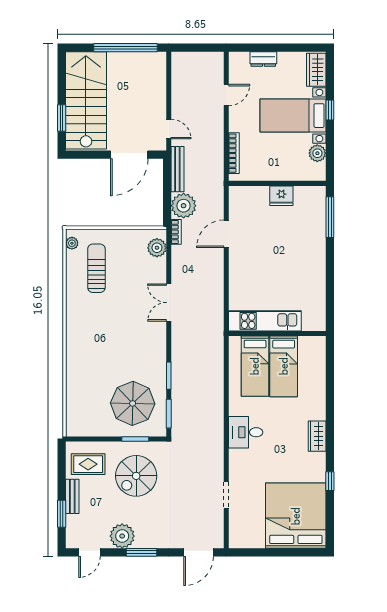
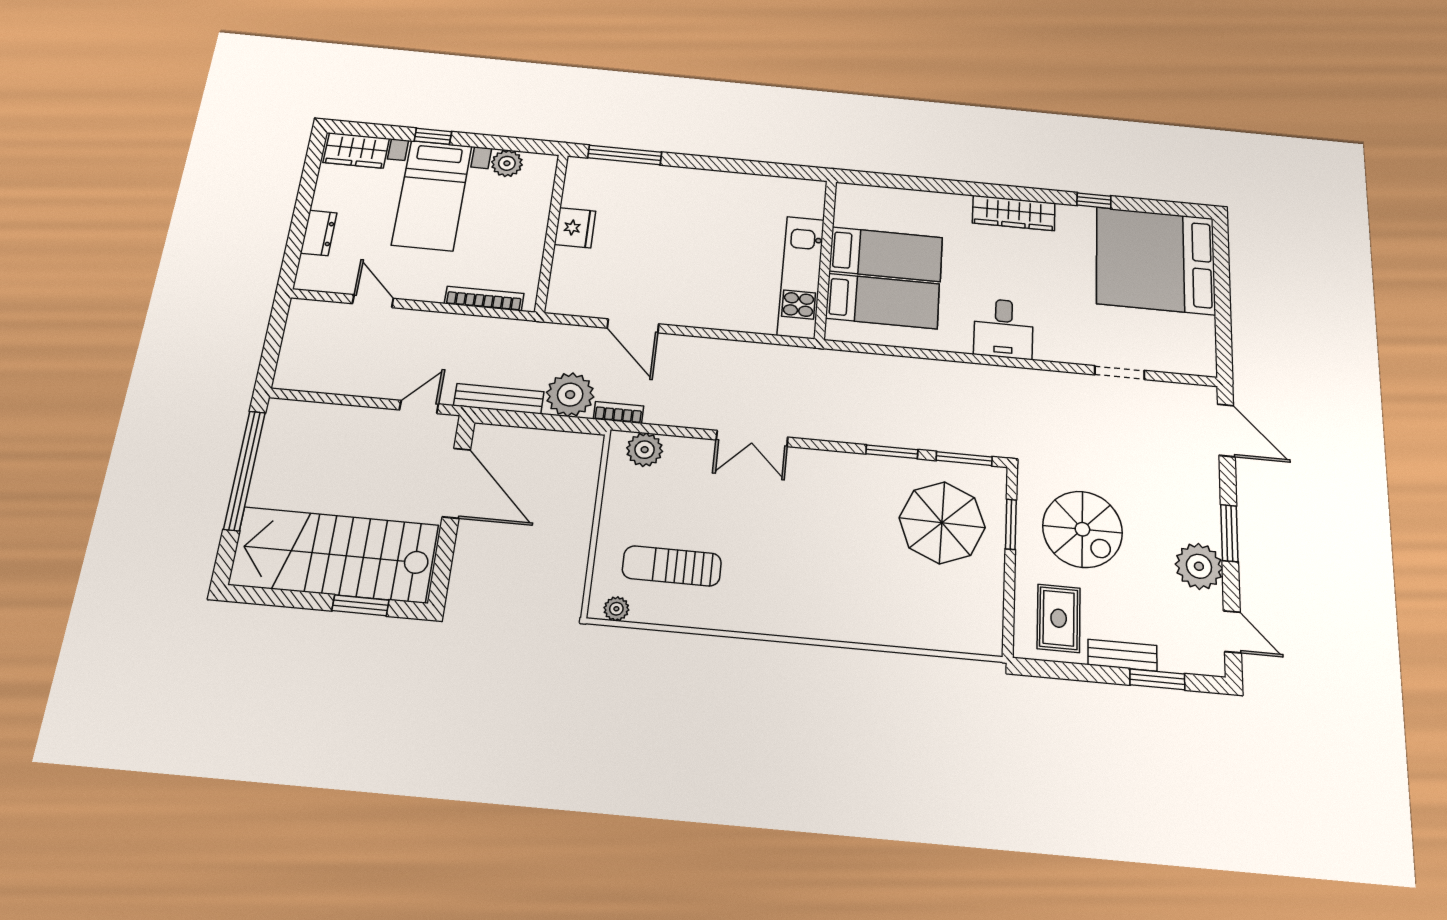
wardrobe: (317, 436) -> (1014, 213), width x1.50

